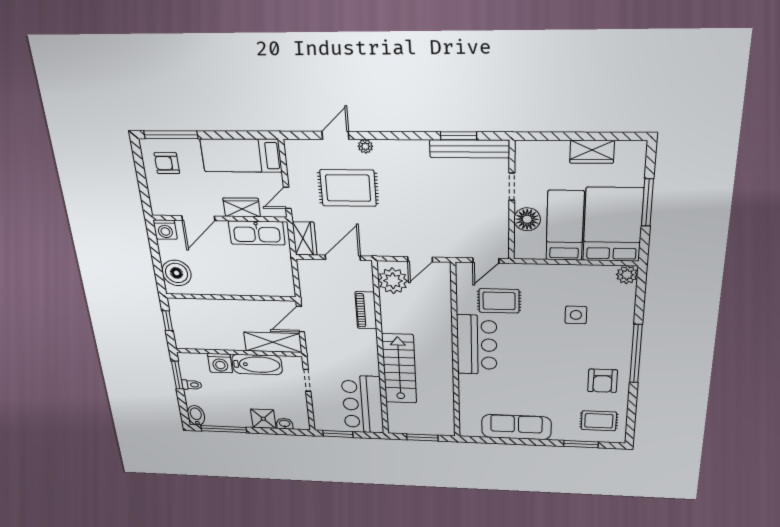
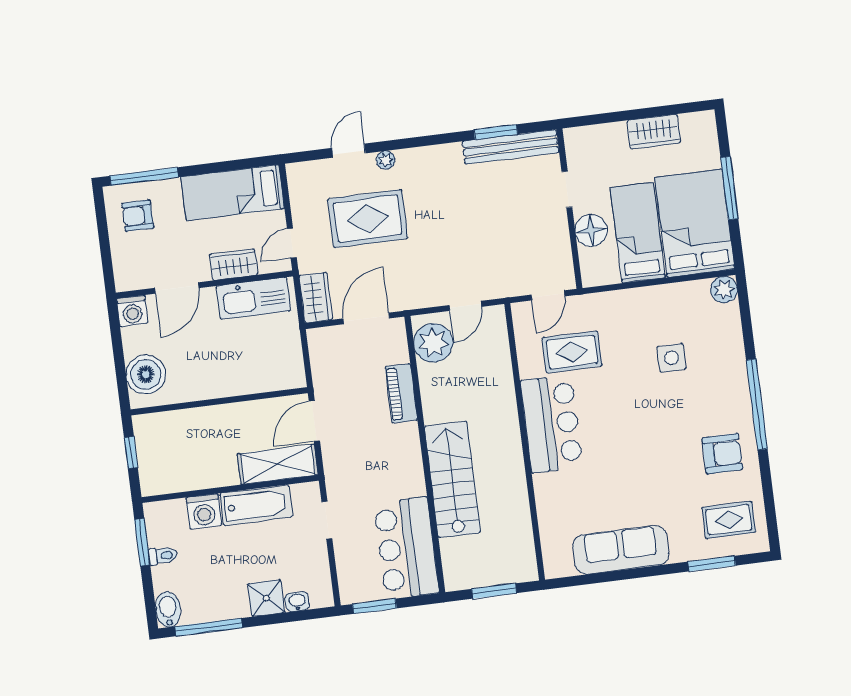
armchair: (603, 381) -> (722, 454), turned -90

